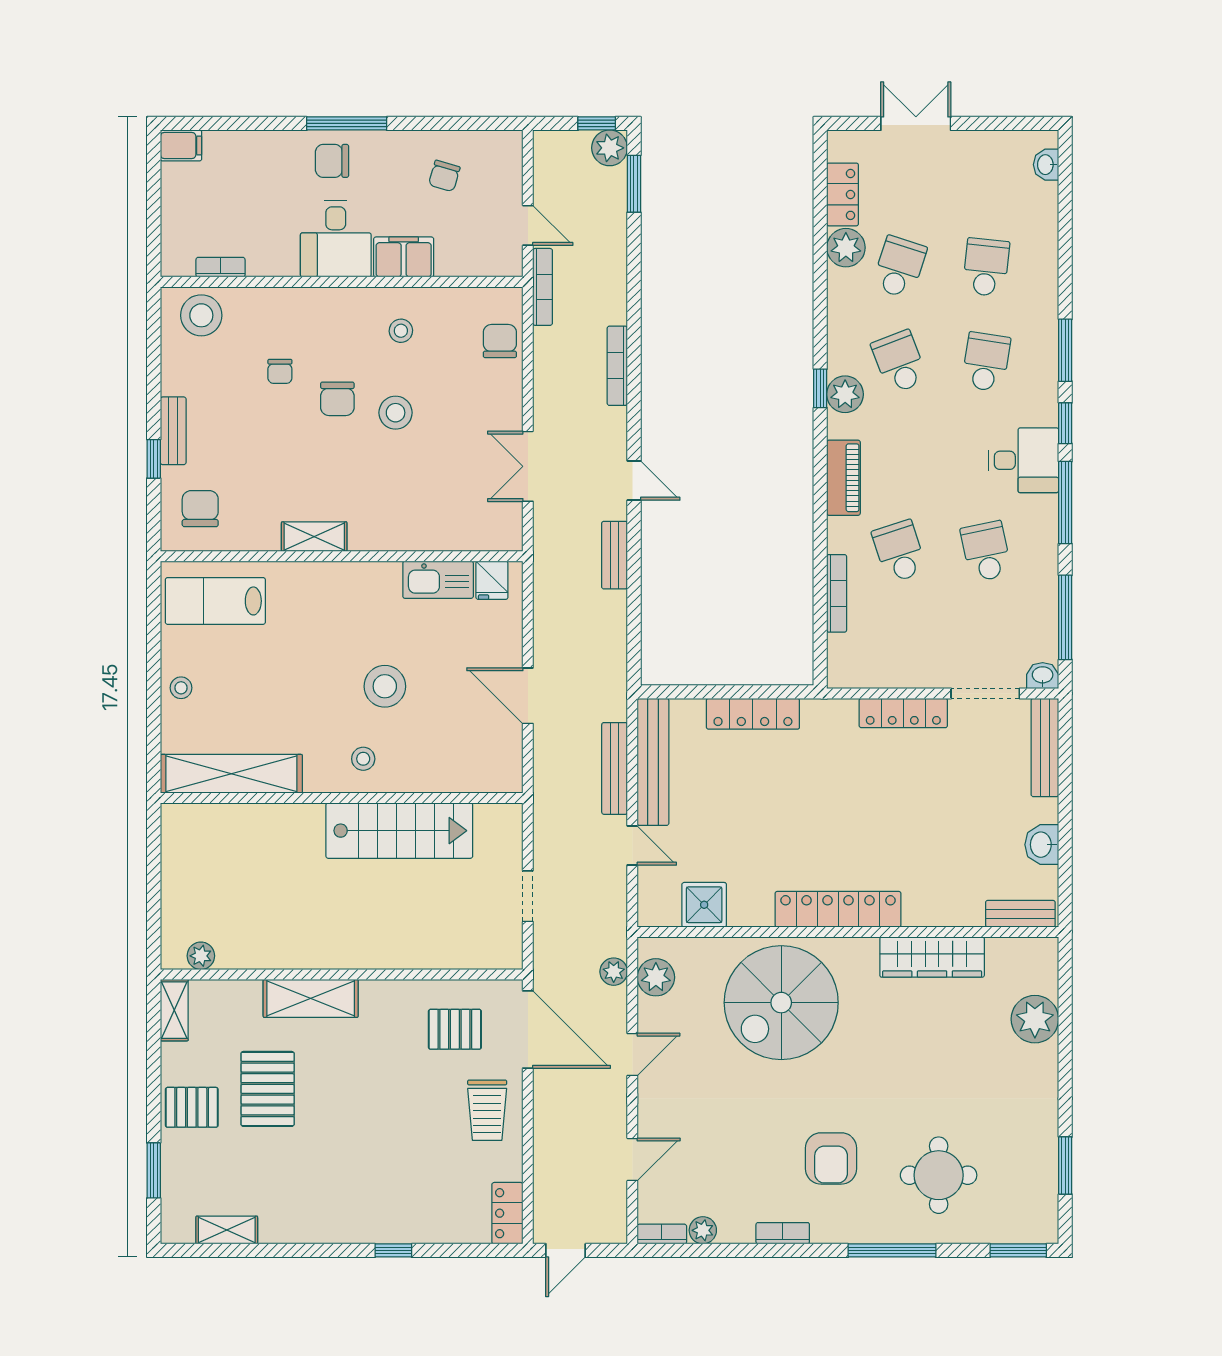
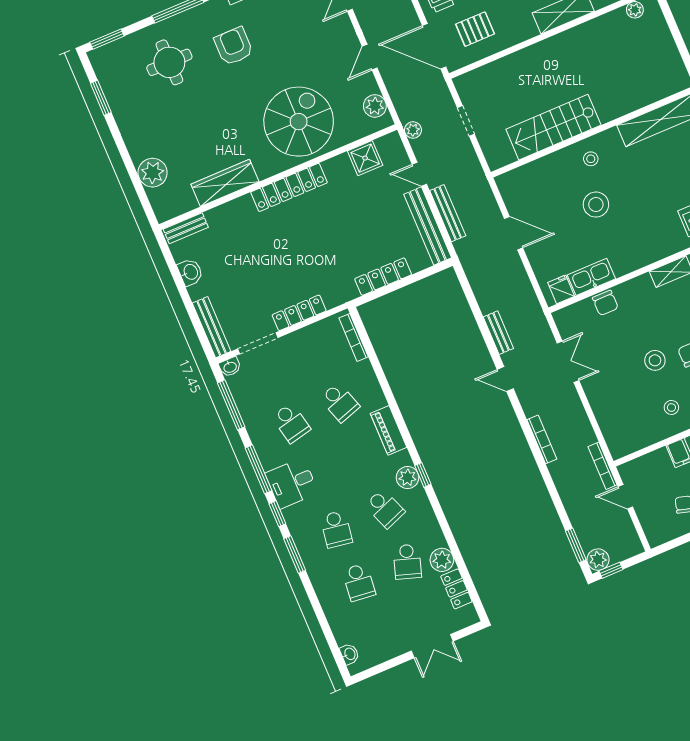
chair: (500, 341) -> (605, 303), moved
bookcase: (837, 593) -> (354, 337), moved
plant: (614, 972) -> (413, 130), moved

